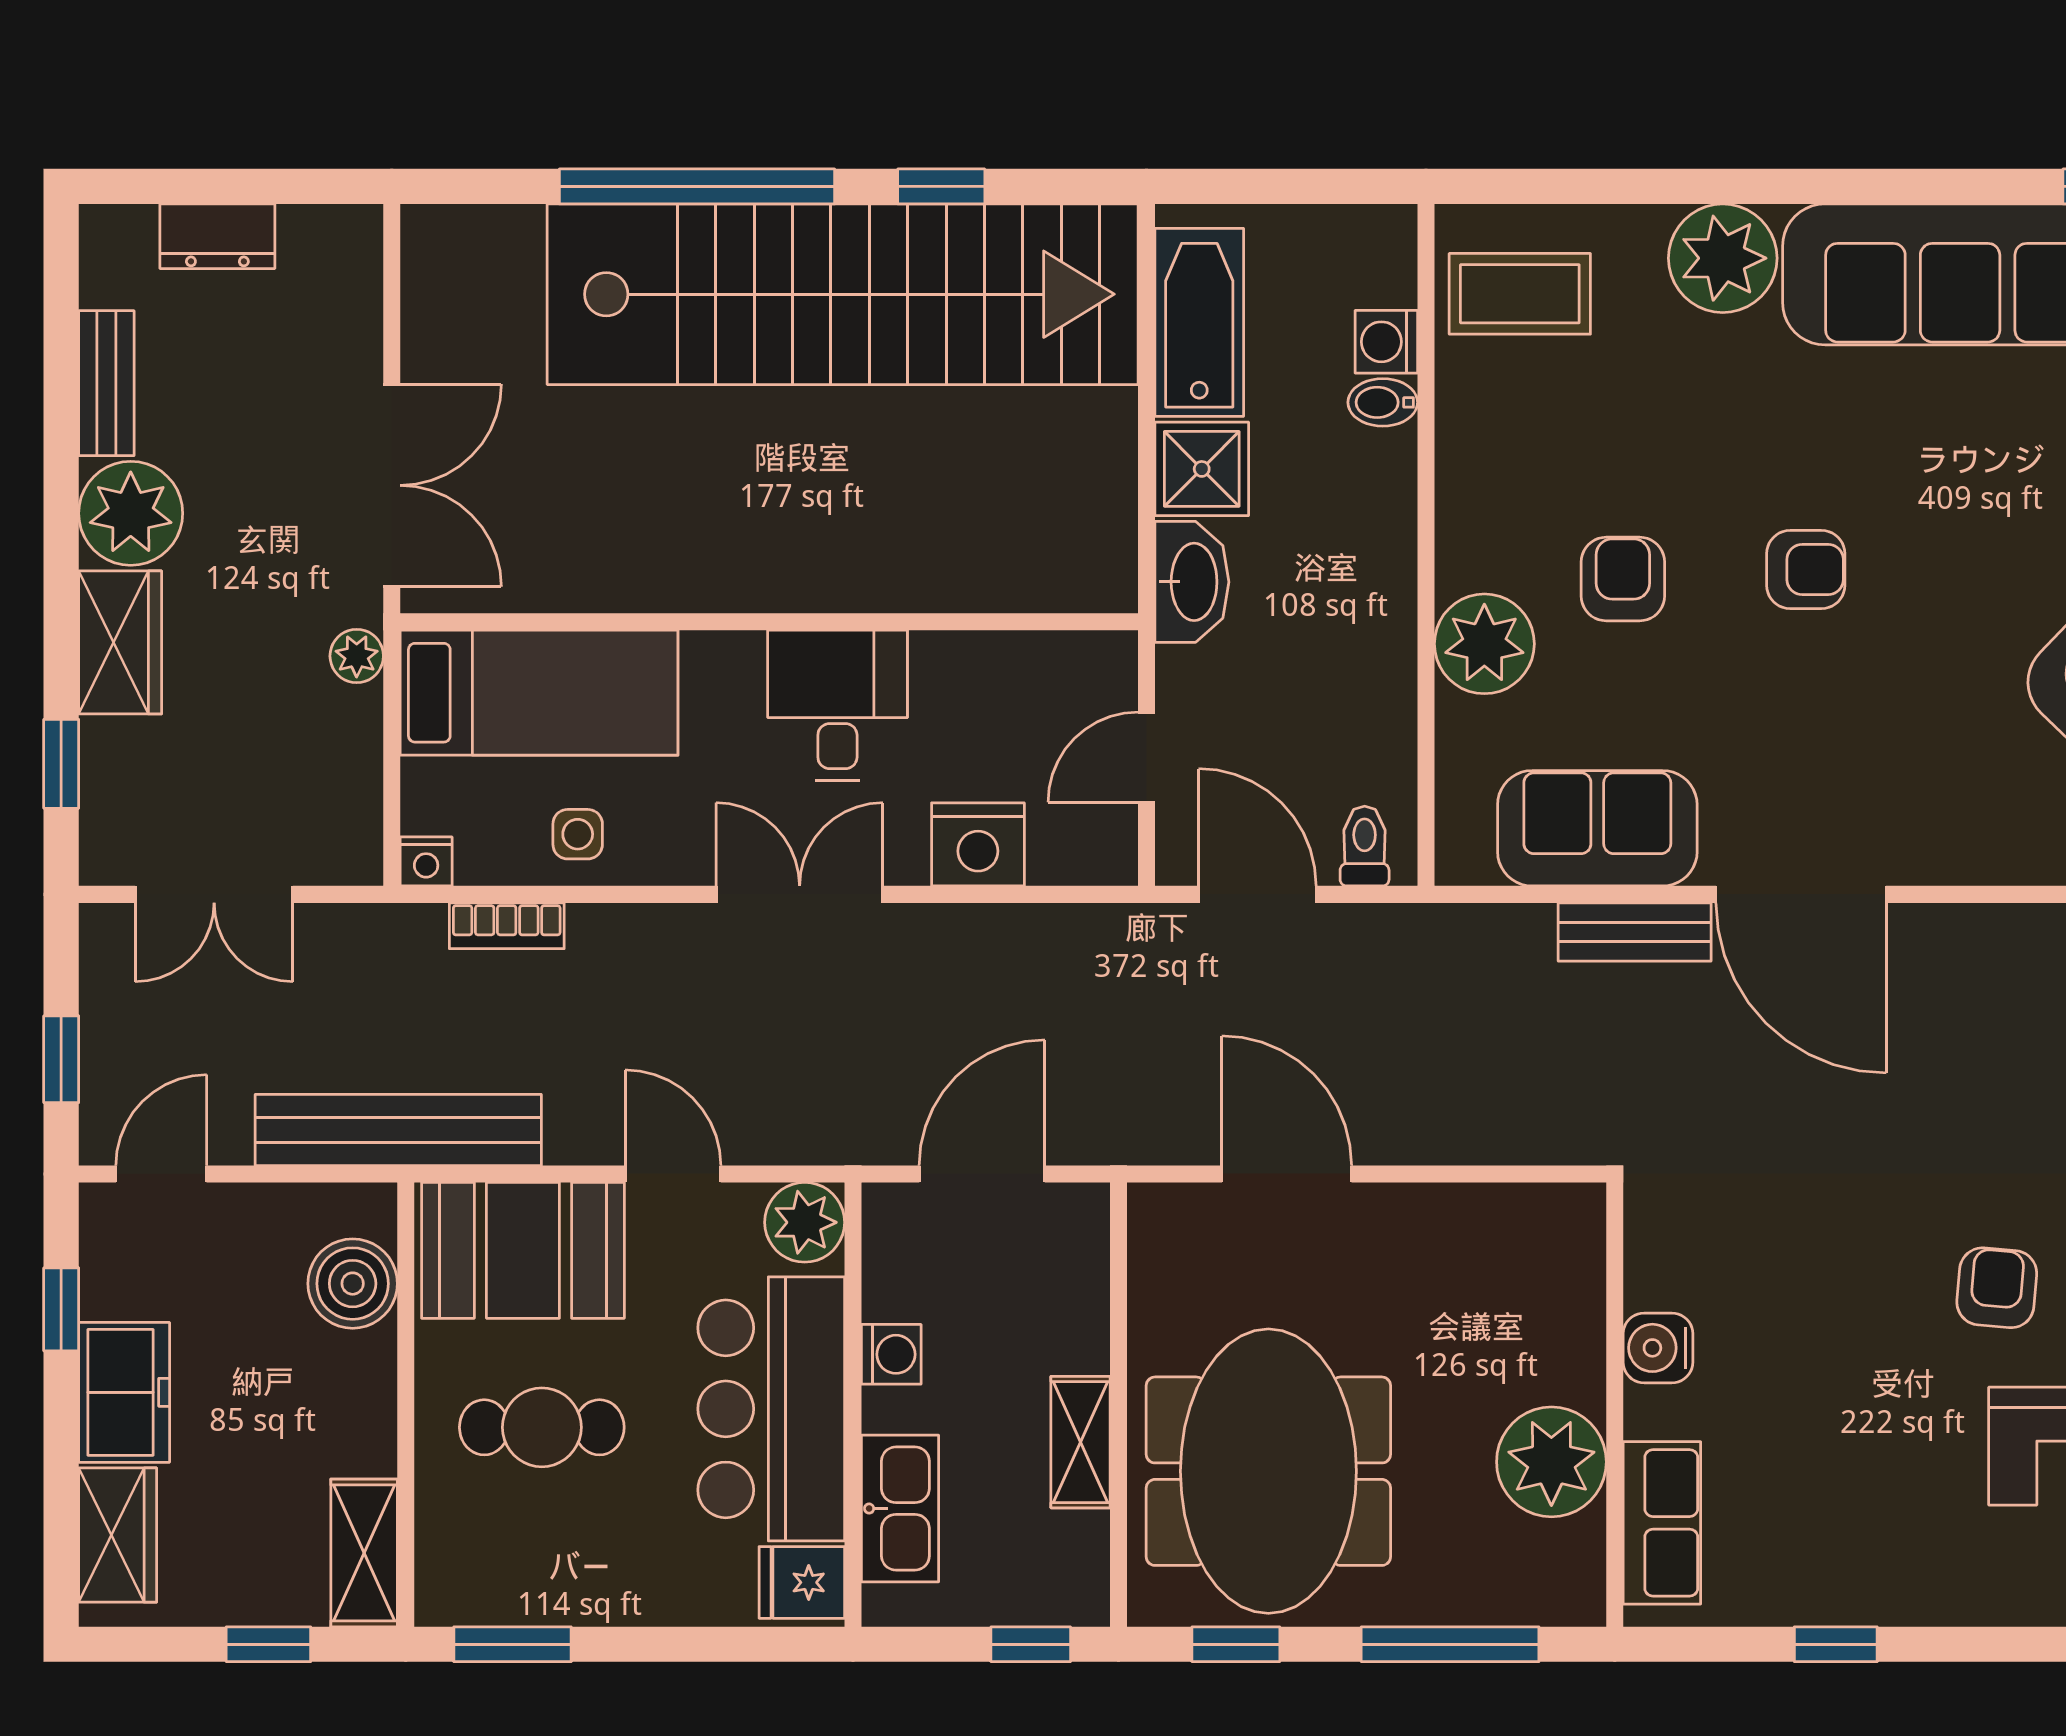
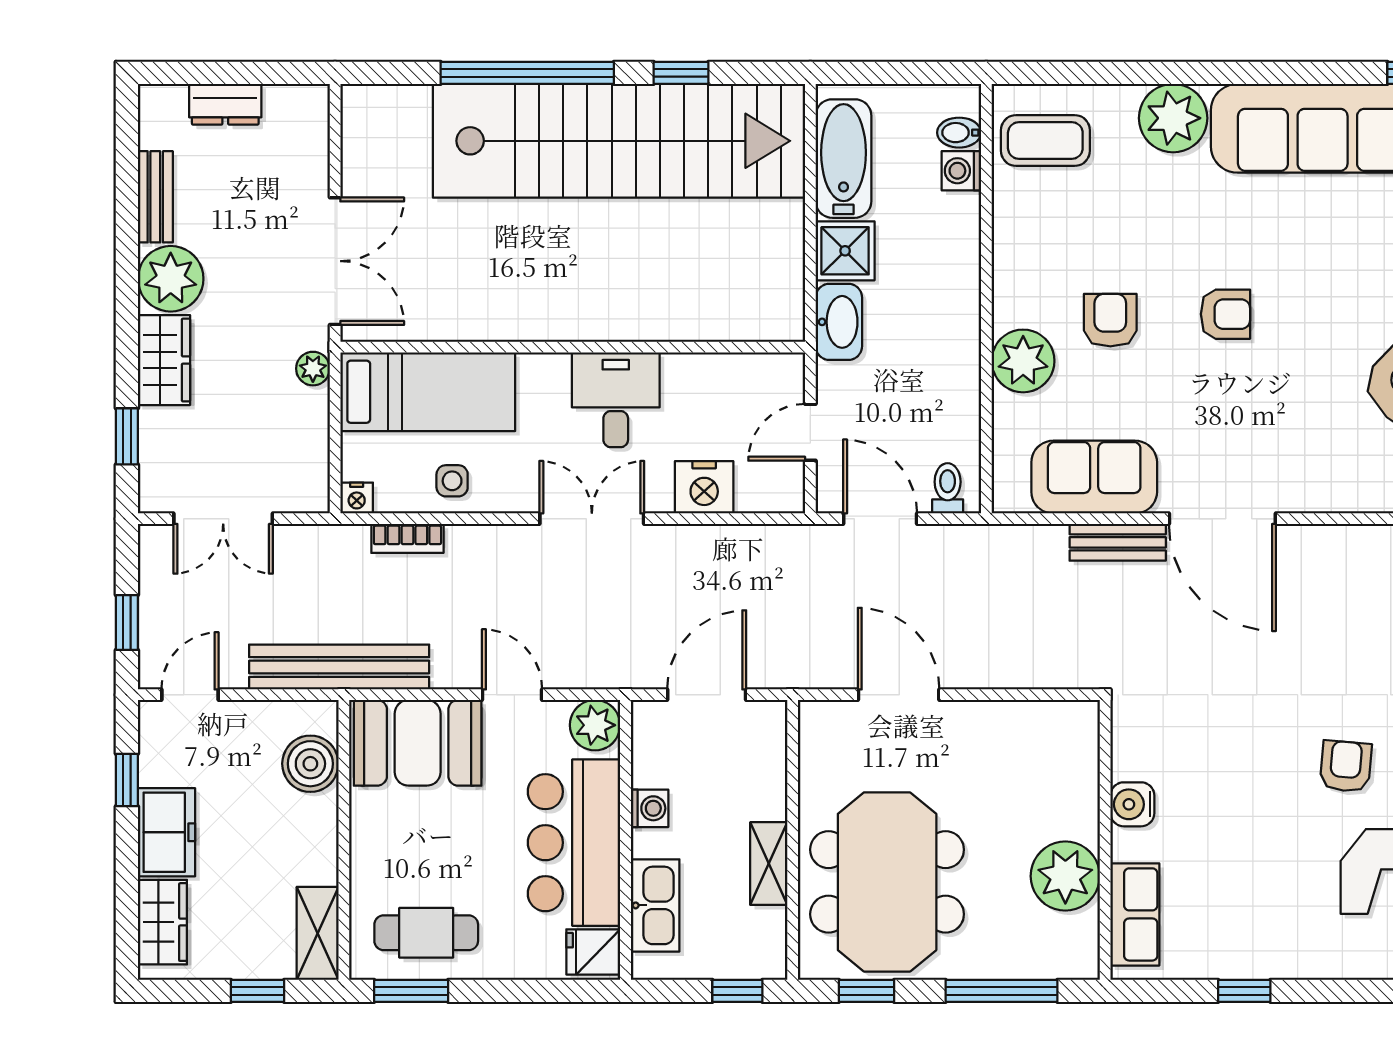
bidet: (1383, 402) -> (959, 133), moved
cafe table: (542, 1427) -> (426, 933), moved

